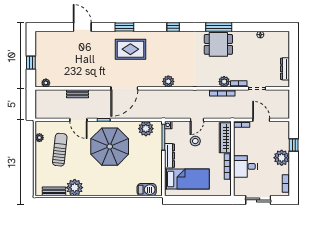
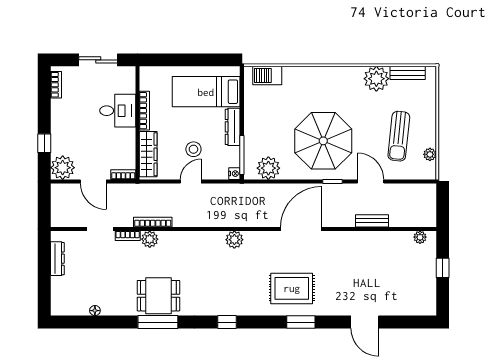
plant: (282, 158) -> (63, 168), moved

